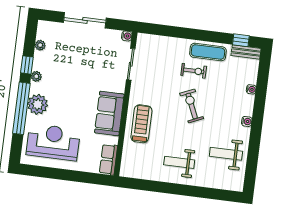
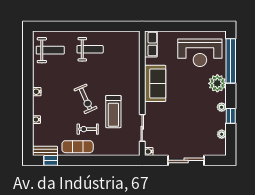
window: (21, 108) -> (231, 61), moved
treadmill: (141, 124) -> (113, 112), moved
weight bench: (226, 154) -> (50, 50), moved

